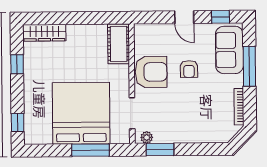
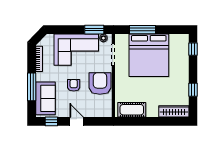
cot: (119, 44) -> (132, 110), moved, turned 90
armchair: (151, 72) -> (100, 84), turned 90
corner sofa: (186, 120) -> (76, 50), added

